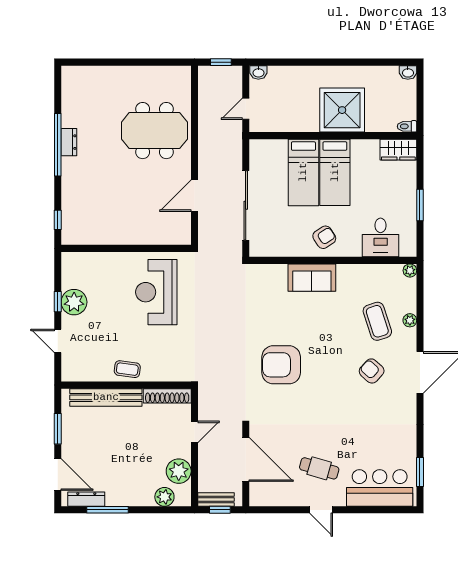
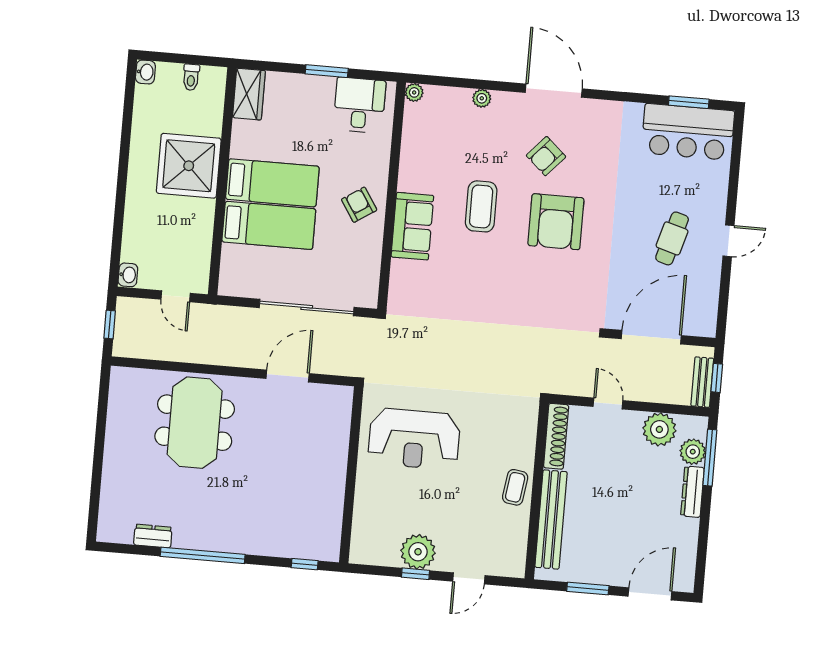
toilet: (407, 126) -> (191, 77), moved
dresser: (69, 142) -> (153, 536), moved
door: (194, 196) -> (288, 376), swing flipped
desk: (381, 237) -> (359, 105), moved, turned -90
coffee table: (377, 321) -> (481, 206), moved, turned -72
armchair: (281, 365) -> (556, 222), moved
bar counter: (380, 488) -> (688, 132), moved, turned -90
dresser: (86, 499) -> (692, 492), moved
window: (108, 510) -> (710, 458), moved

